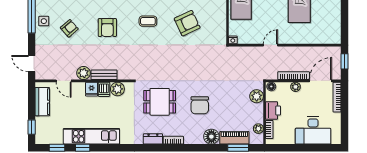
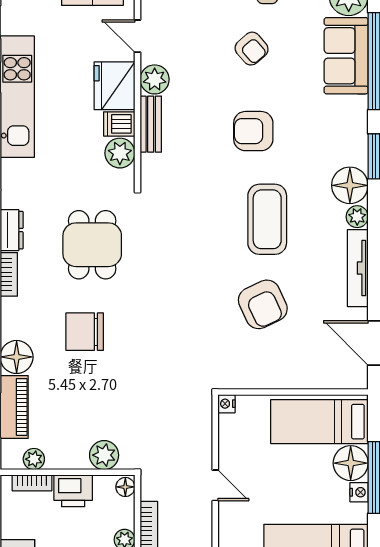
coffee table: (148, 21) -> (267, 219), width x1.86, depth x1.72
door: (64, 81) -> (137, 36), hinge flipped
fridge: (92, 89) -> (115, 86), width x1.88, depth x1.34

